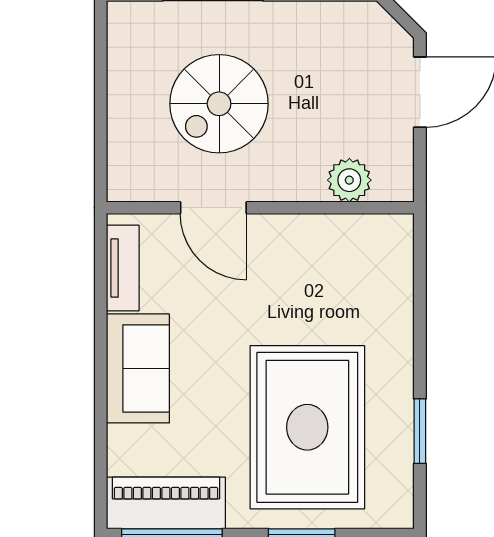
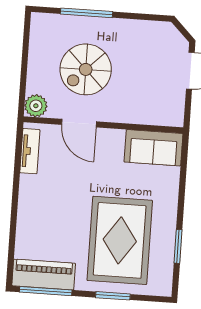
plant: (349, 180) -> (36, 106), moved
sofa: (138, 368) -> (154, 148), moved, turned 90

